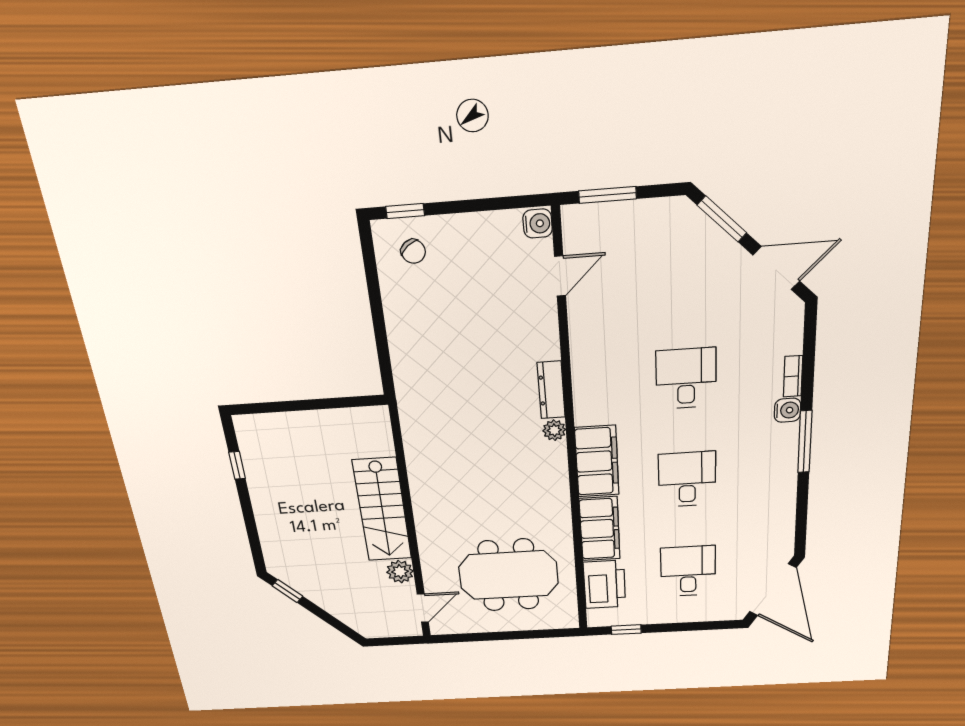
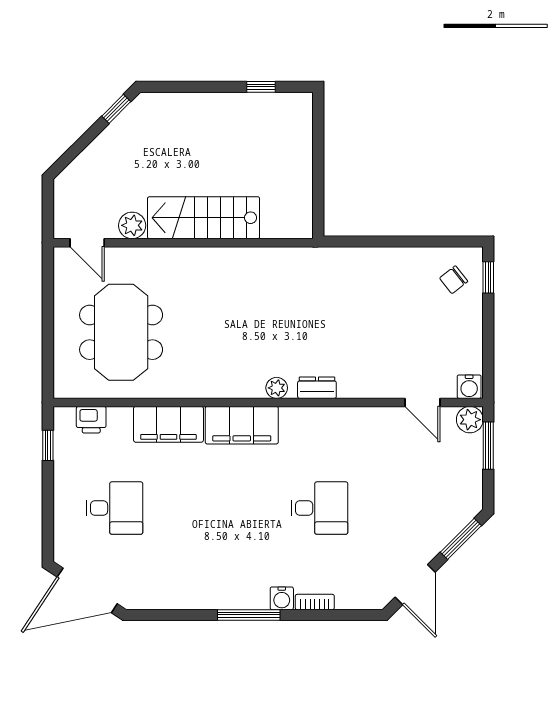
plant: (577, 220) -> (470, 420), added
dresser: (551, 390) -> (317, 388), width x0.70
desk: (687, 479) -> (217, 508), removed
printer: (604, 584) -> (91, 420), width x0.53, depth x0.68

